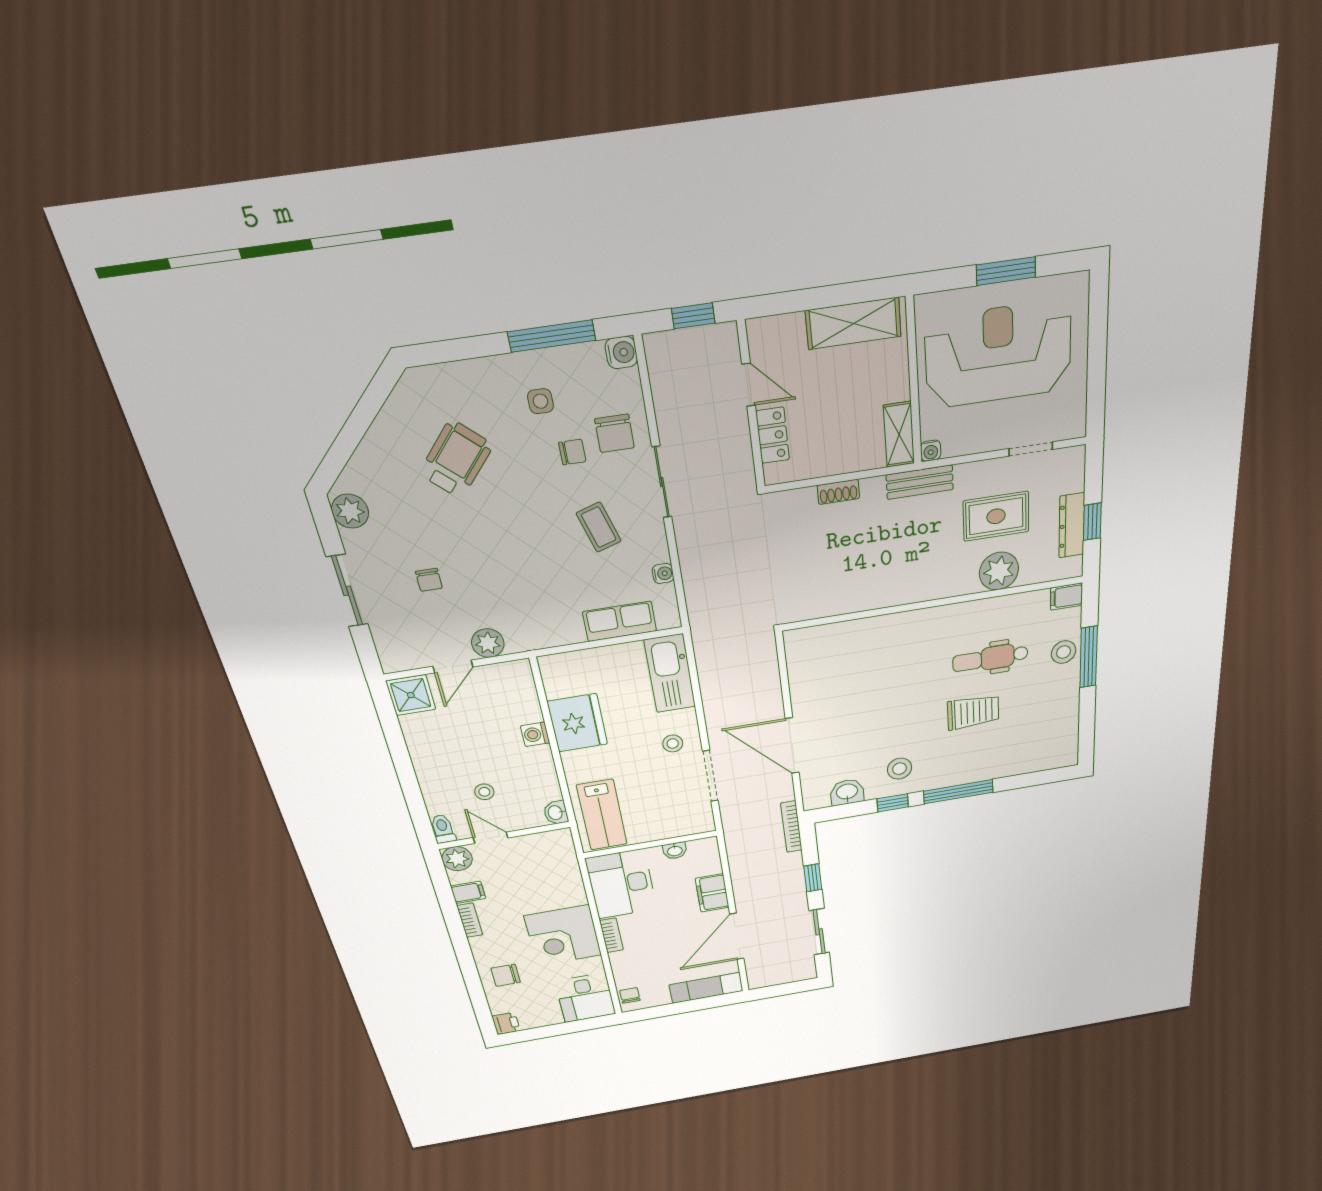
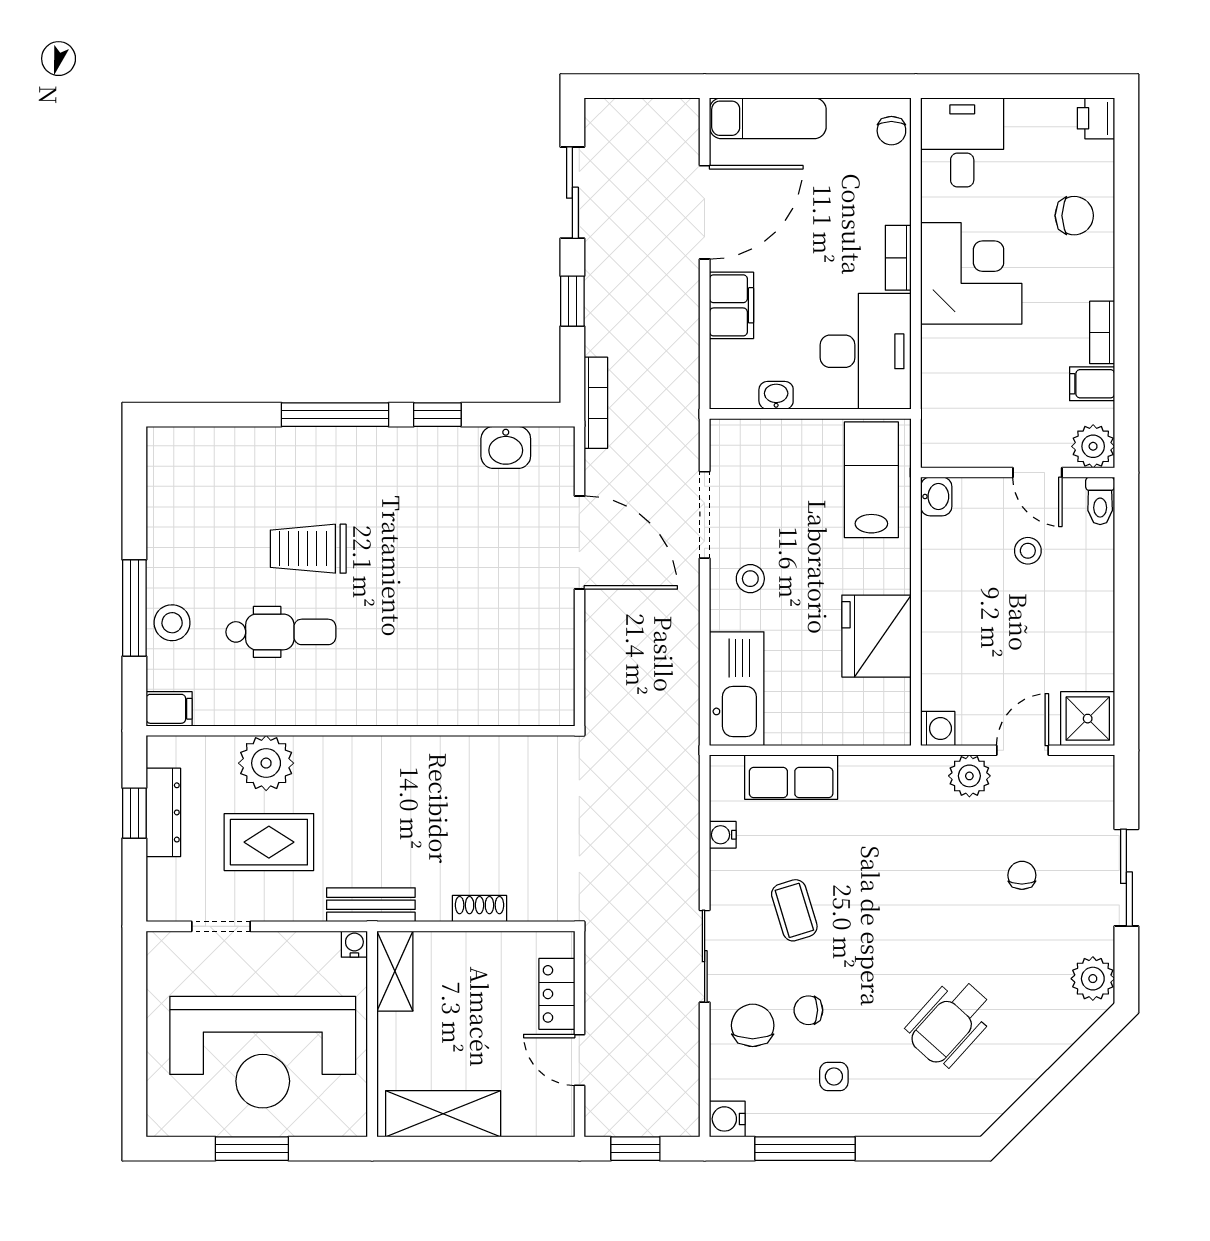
washing machine: (535, 734) -> (938, 729), moved
stool: (899, 769) -> (423, 473), removed

